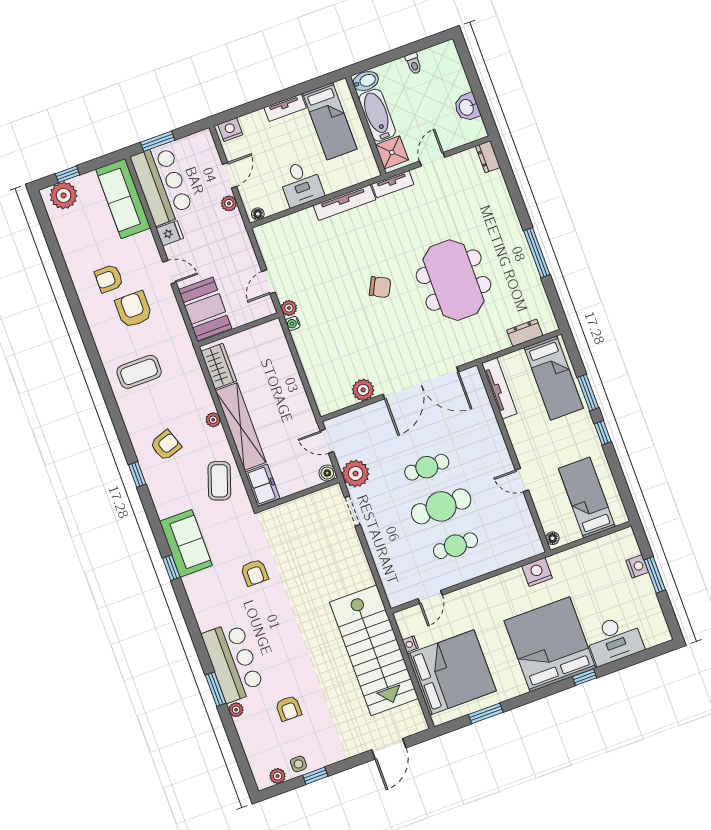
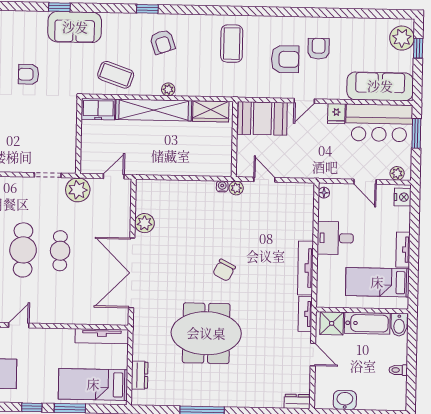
plant: (229, 203) -> (397, 173), moved
boiler: (327, 473) -> (87, 167), removed

